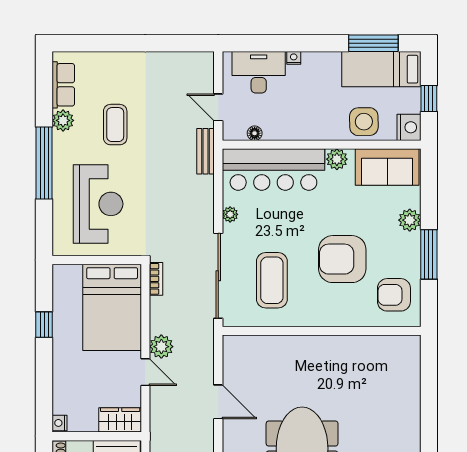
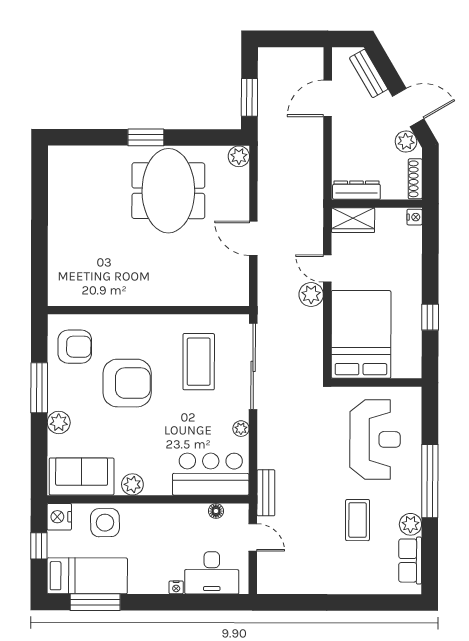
bar counter: (273, 170) -> (211, 474), width x0.73
reception desk: (98, 204) -> (375, 439), turned 180
bookcase: (156, 279) -> (316, 363), removed

